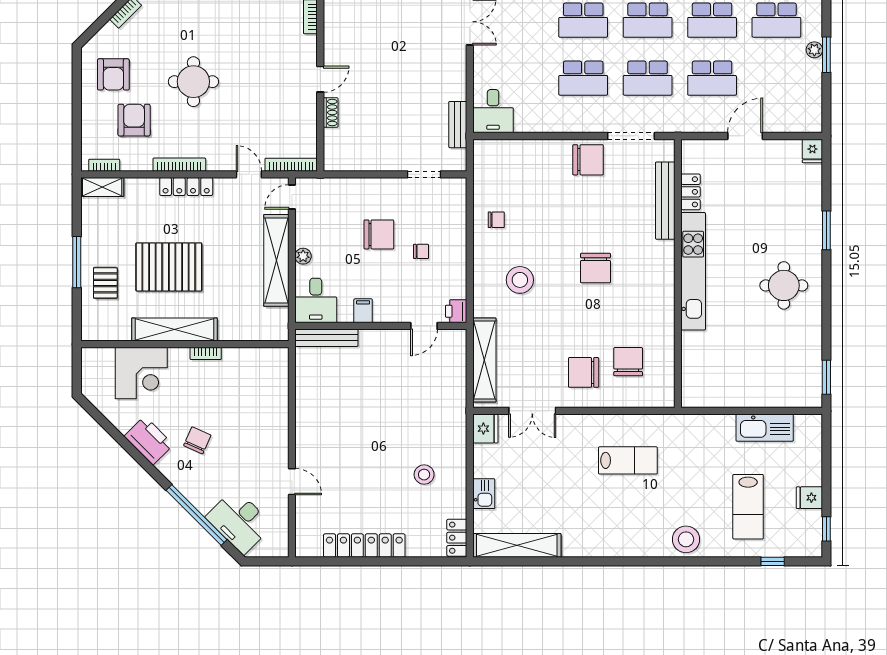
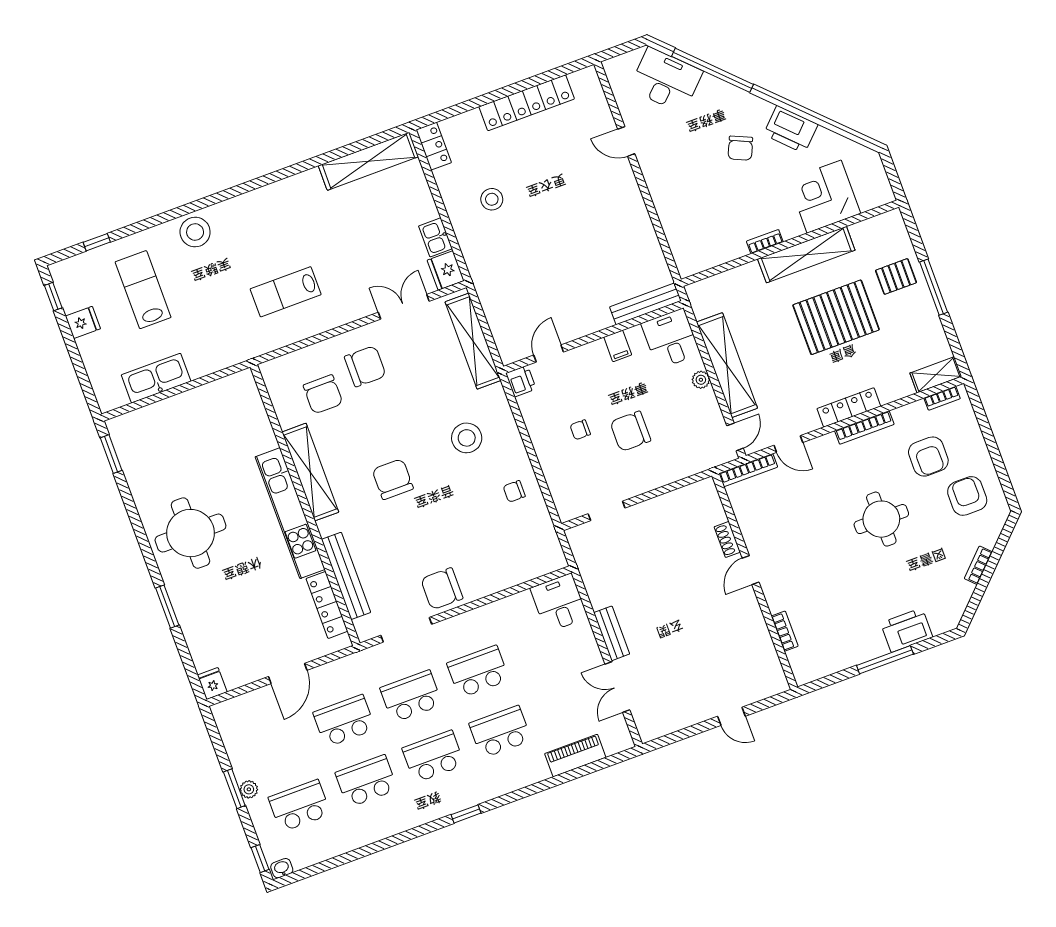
bench: (458, 125) -> (612, 633), moved
locker: (691, 192) -> (327, 605), width x1.53
pallet: (105, 283) -> (896, 276), turned 90
round table: (784, 285) -> (190, 533), width x1.36, depth x1.36
shelving: (663, 300) -> (310, 472), added
kitchen sink: (484, 494) -> (435, 237), moved

